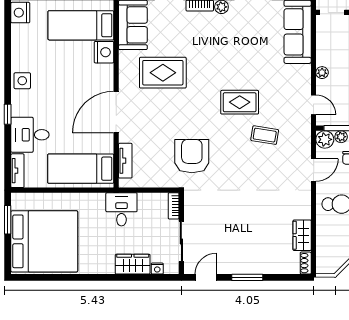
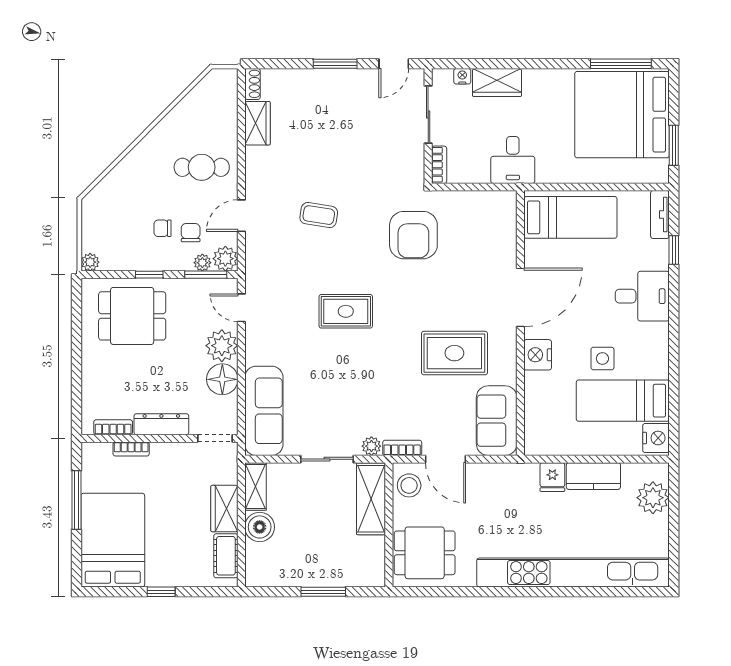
bed: (81, 25) -> (623, 401), moved, turned 180
nightstand: (104, 52) -> (538, 355), moved
floor lamp: (327, 54) -> (222, 379), added
plant: (322, 73) -> (222, 346), width x1.87, depth x1.87
side table: (22, 81) -> (602, 358), moved
window: (8, 114) -> (674, 250), moved
desk: (30, 135) -> (642, 296), moved
coffee table: (265, 135) -> (319, 215), moved
tv unit: (125, 161) -> (507, 229), removed
window: (45, 277) -> (621, 64), added

